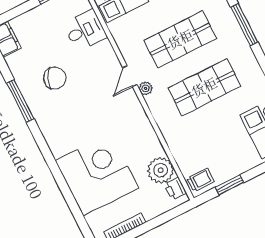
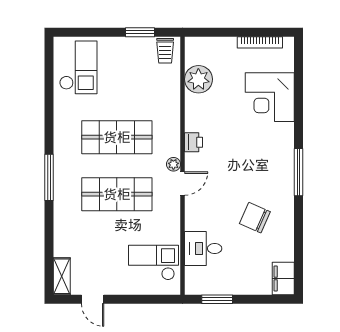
window: (20, 101) -> (299, 172), moved
corner desk: (97, 174) -> (270, 97), width x0.74, depth x0.74
trolley: (201, 180) -> (165, 51), turned -90
printer: (175, 189) -> (193, 142), moved

